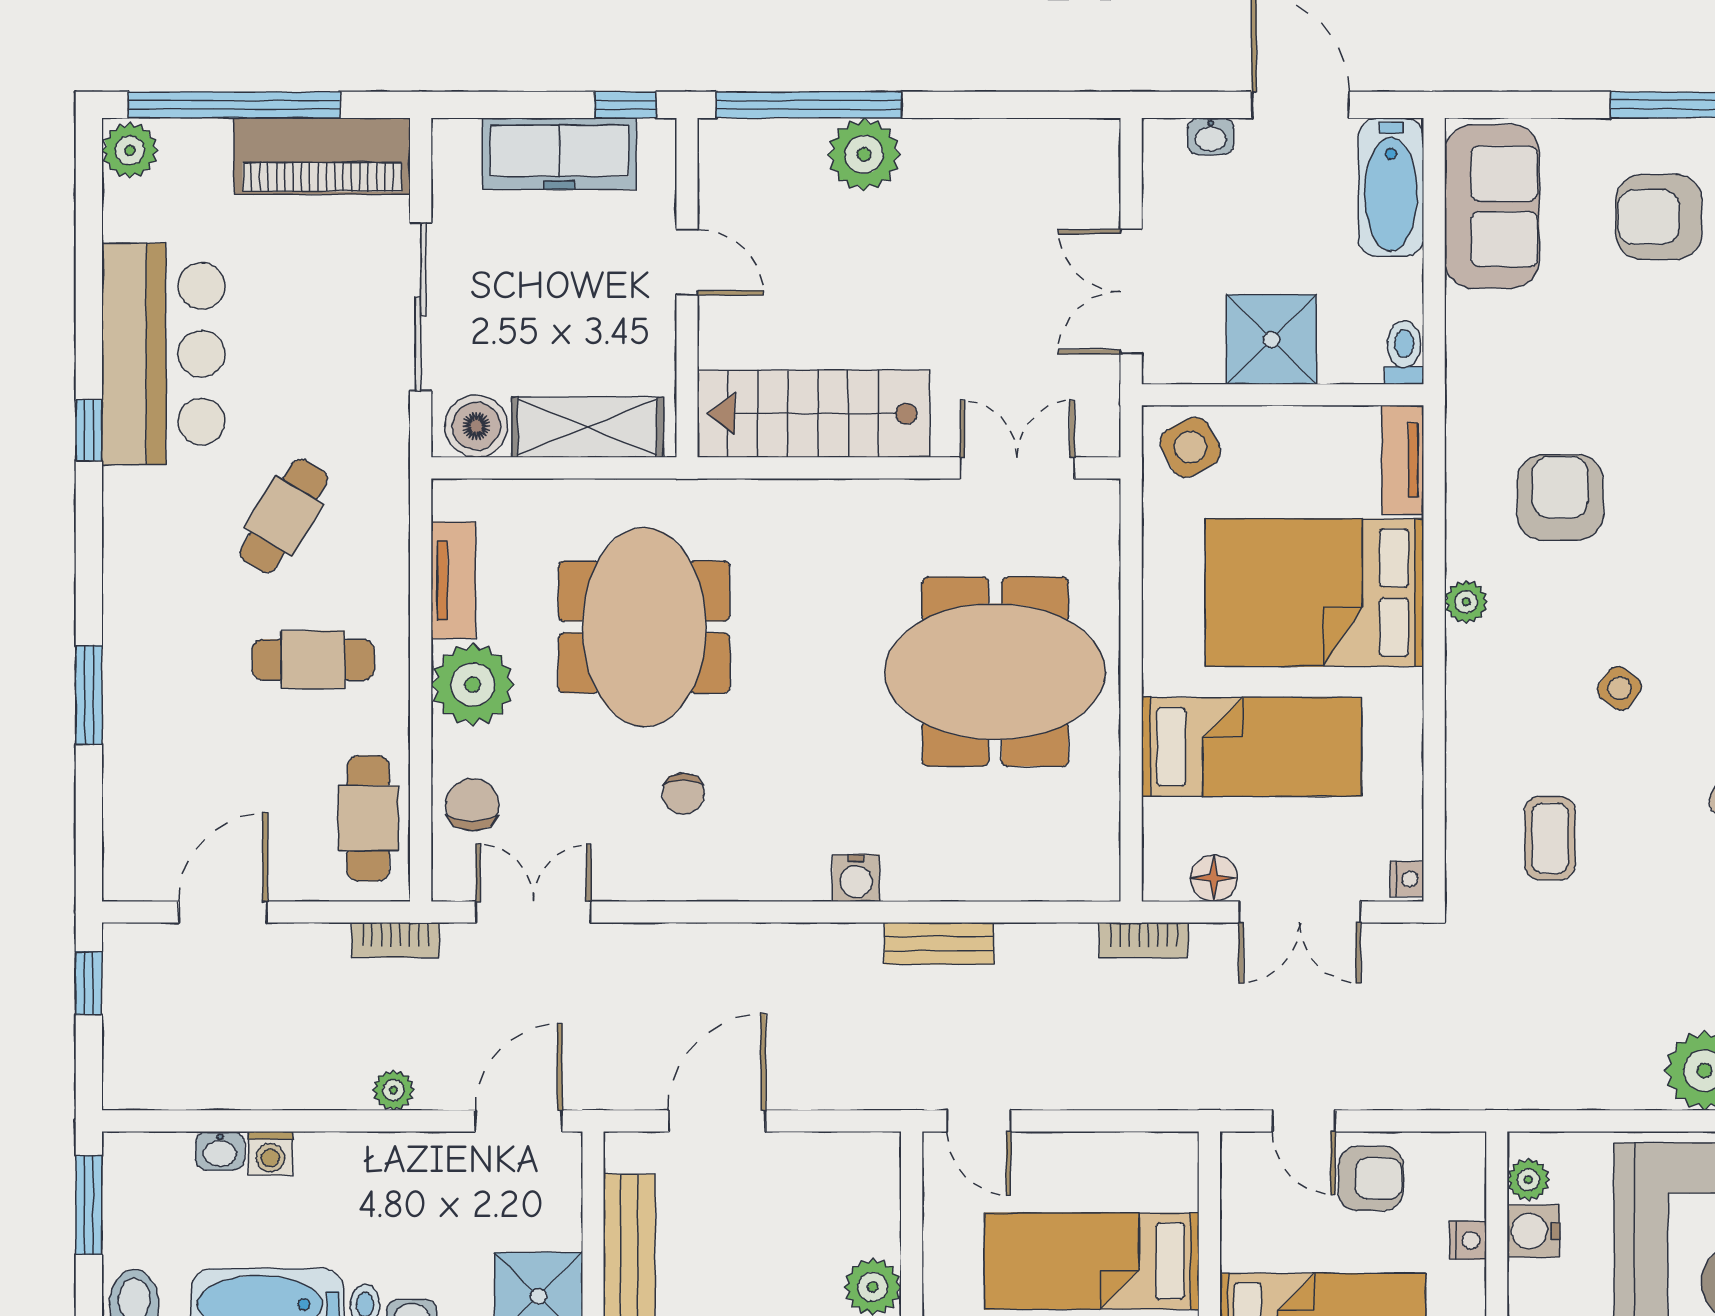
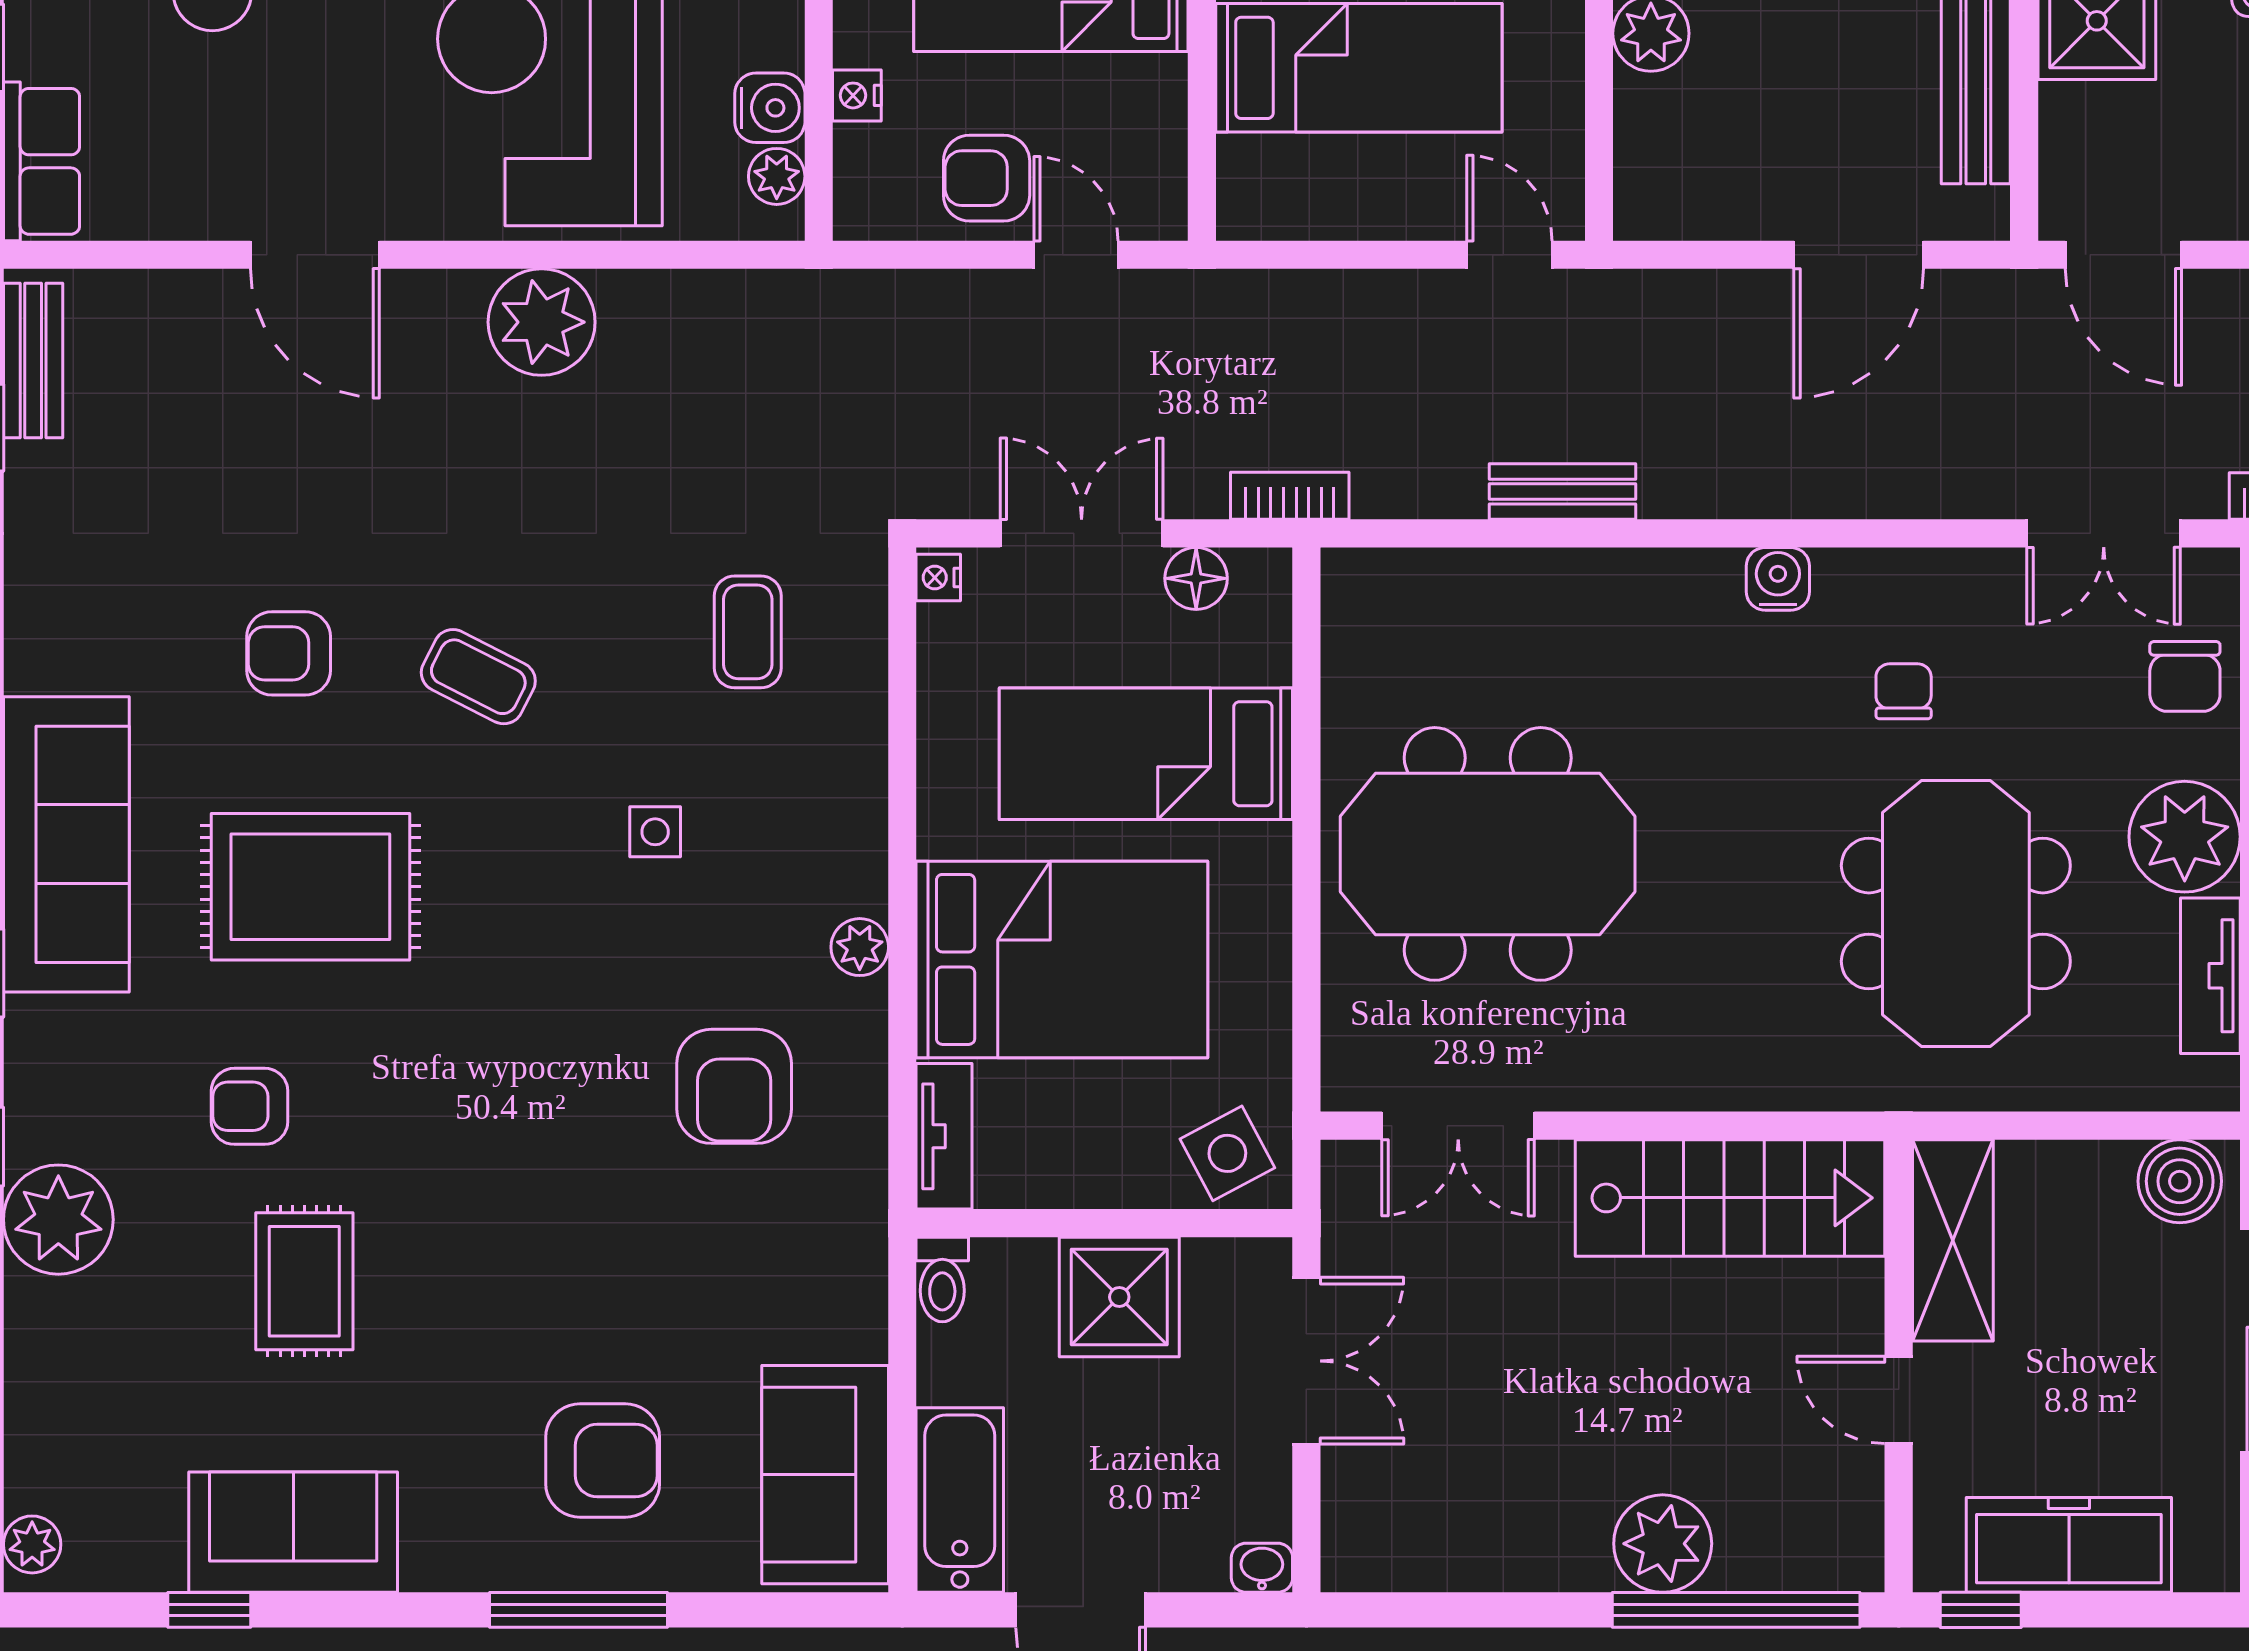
washbasin: (1211, 136) -> (1262, 1568), moved
shelving: (587, 427) -> (1953, 1240), moved, turned 90
side table: (1619, 688) -> (655, 832), turned -36
water cooler: (856, 878) -> (1778, 579), moved
door: (519, 1121) -> (2123, 255), hinge flipped

